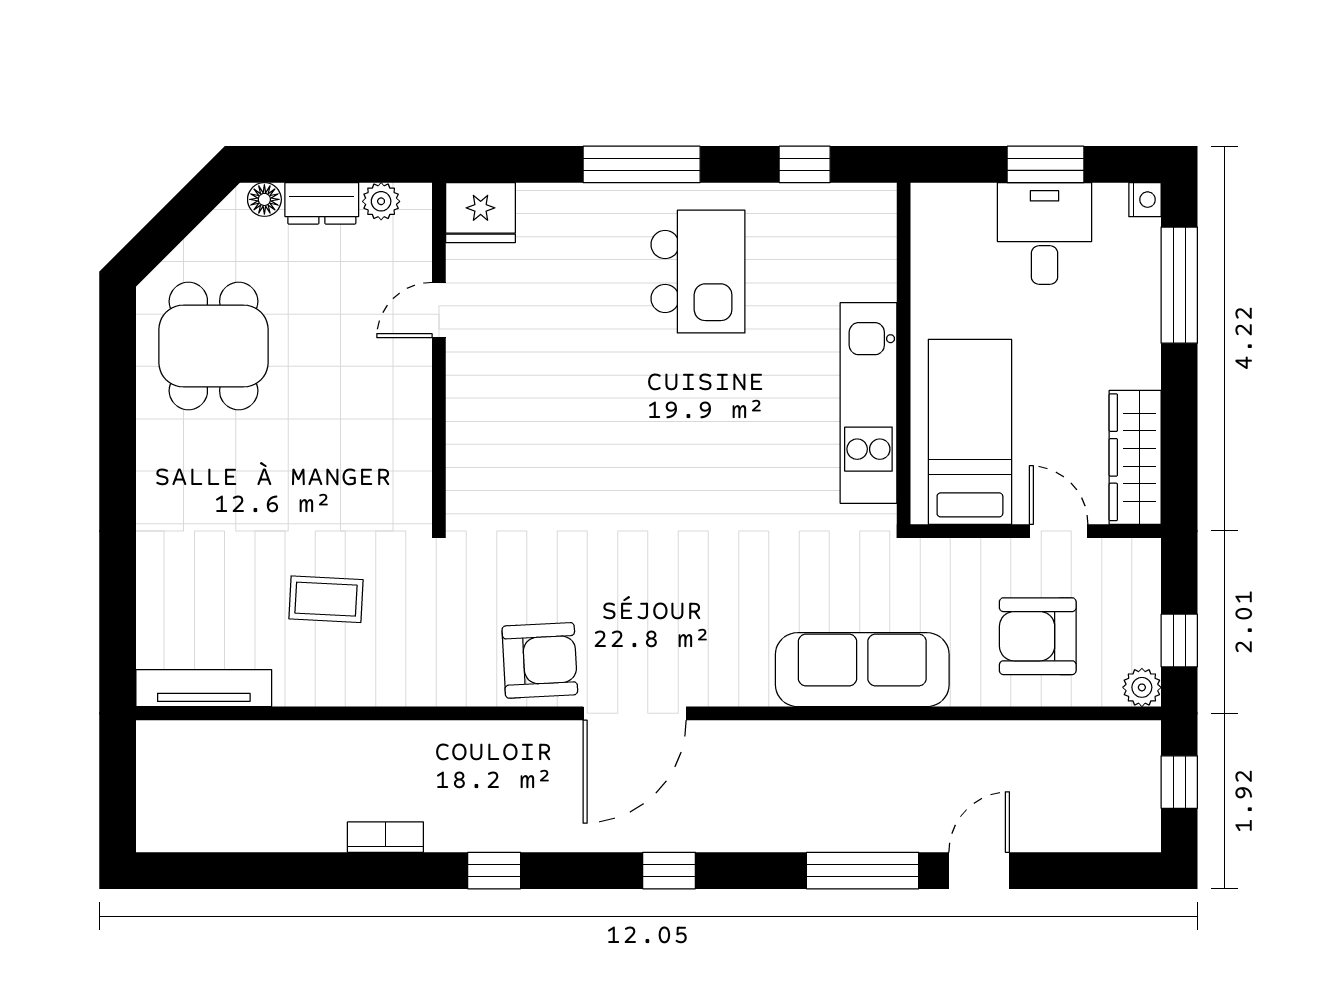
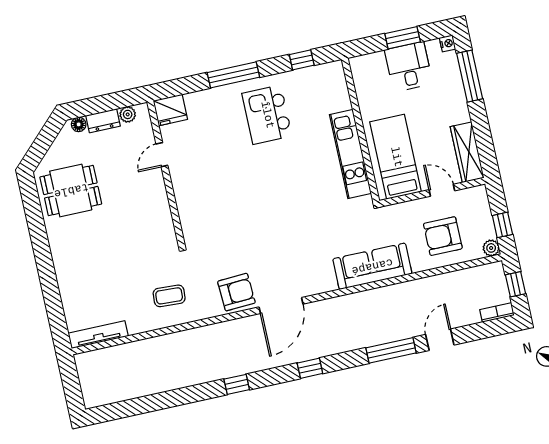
kitchen island: (698, 272) -> (267, 115), turned 180
dining table: (214, 346) -> (71, 190), turned 90
coffee table: (326, 599) -> (169, 296), moved
bookcase: (385, 837) -> (497, 312), moved

